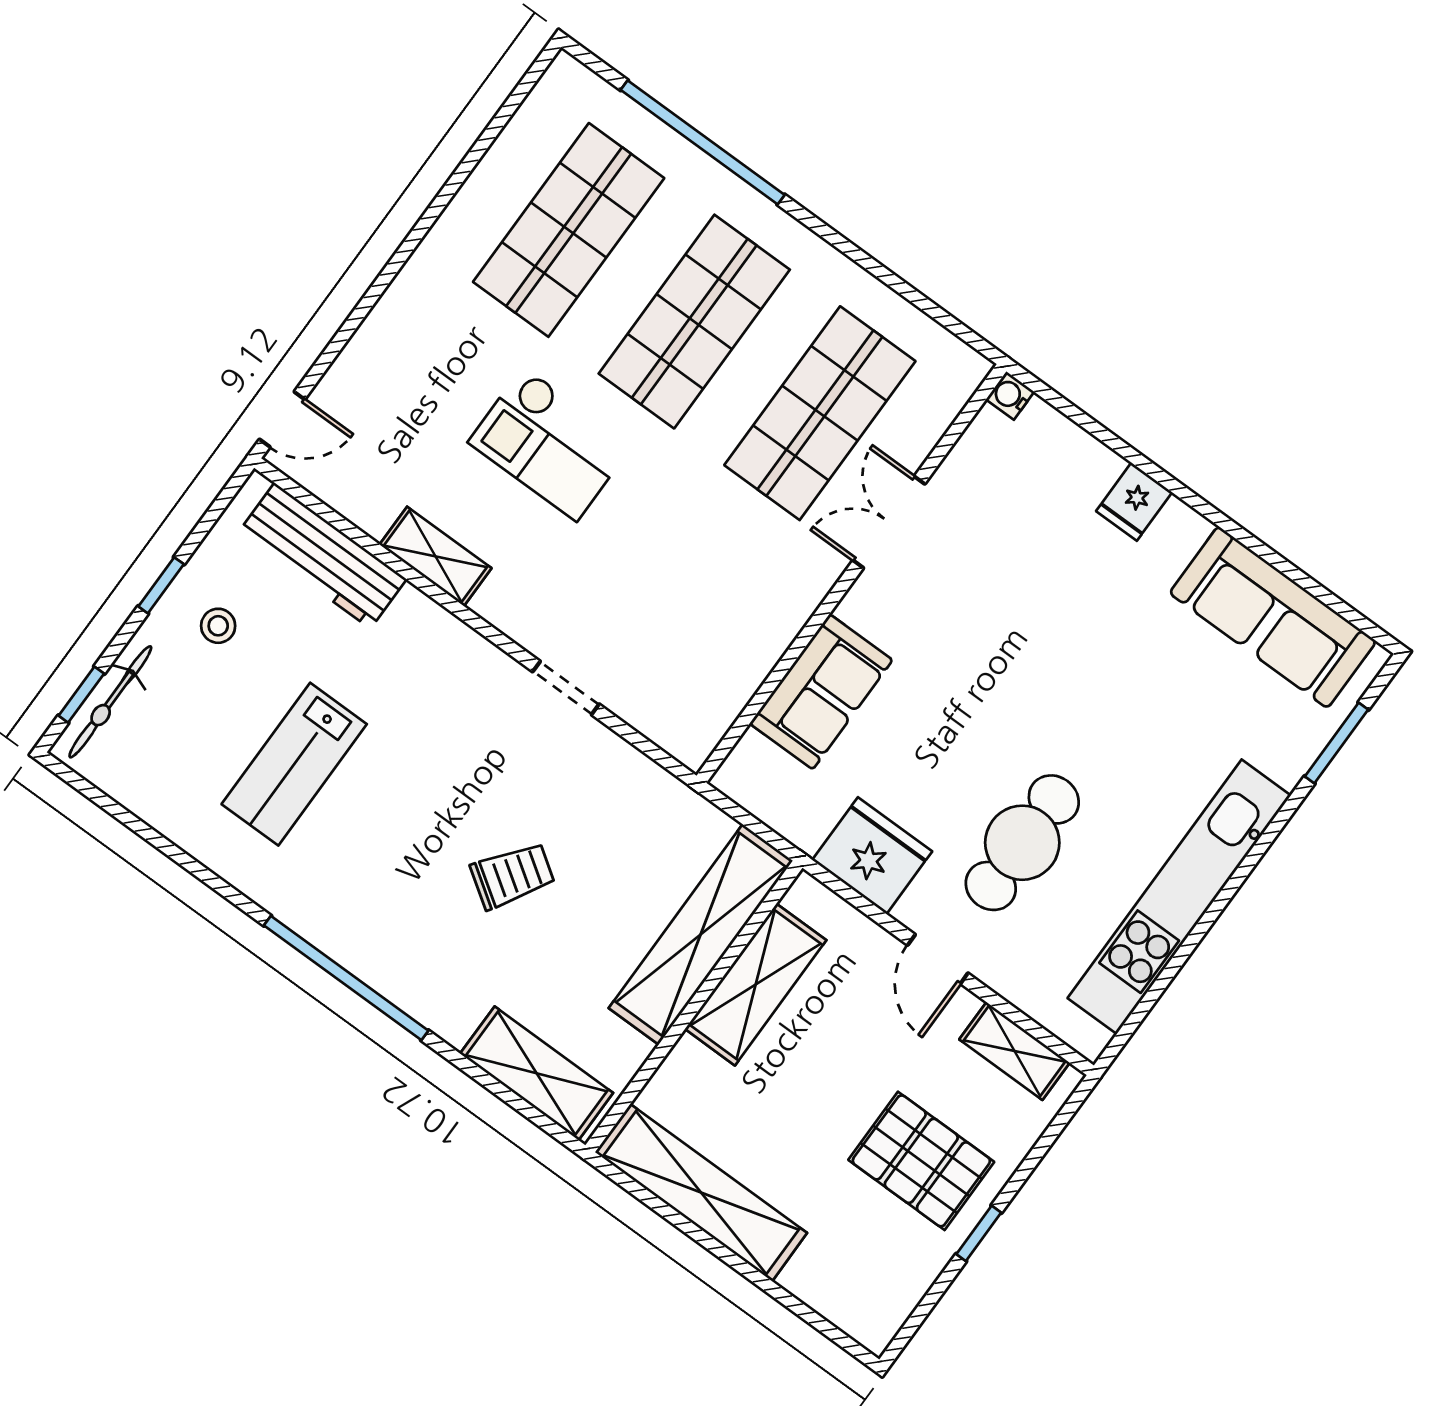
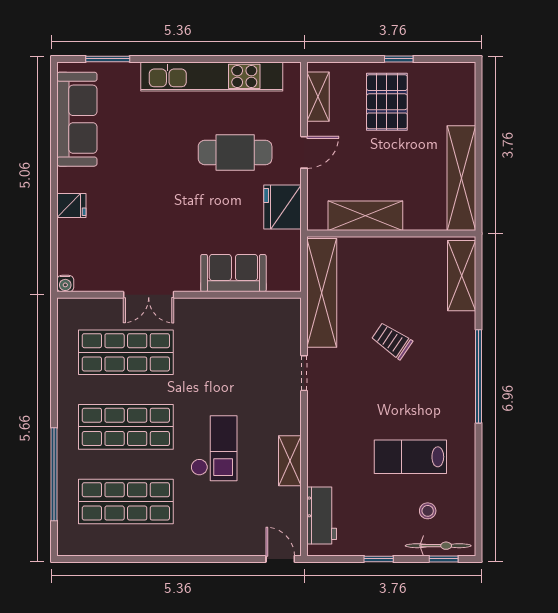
workbench: (322, 556) -> (322, 516), width x0.73
stool: (218, 626) -> (428, 511), moved
lab bench: (294, 764) -> (410, 457), turned 180
shelving: (701, 934) -> (322, 293), moved, turned 90

